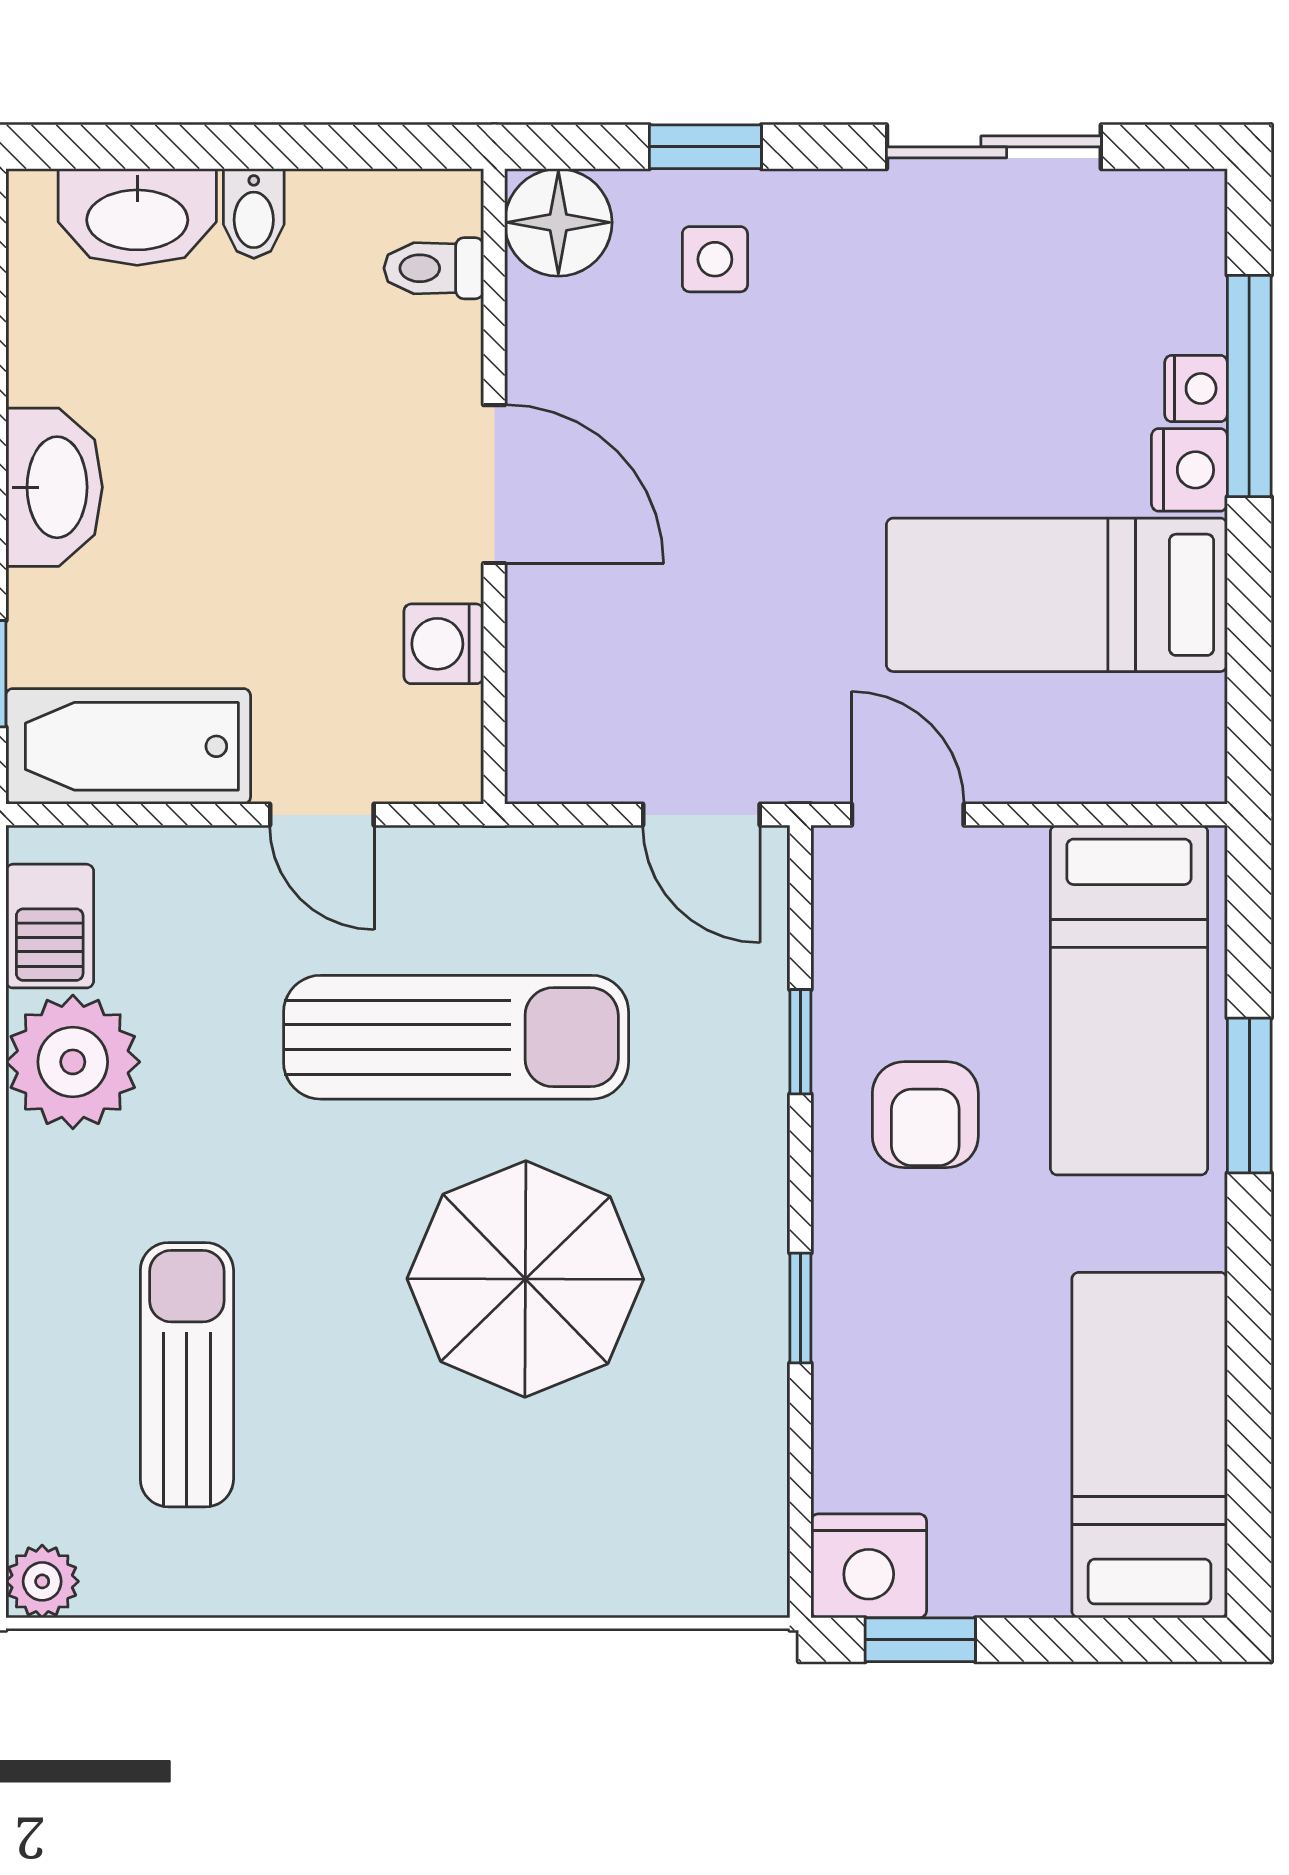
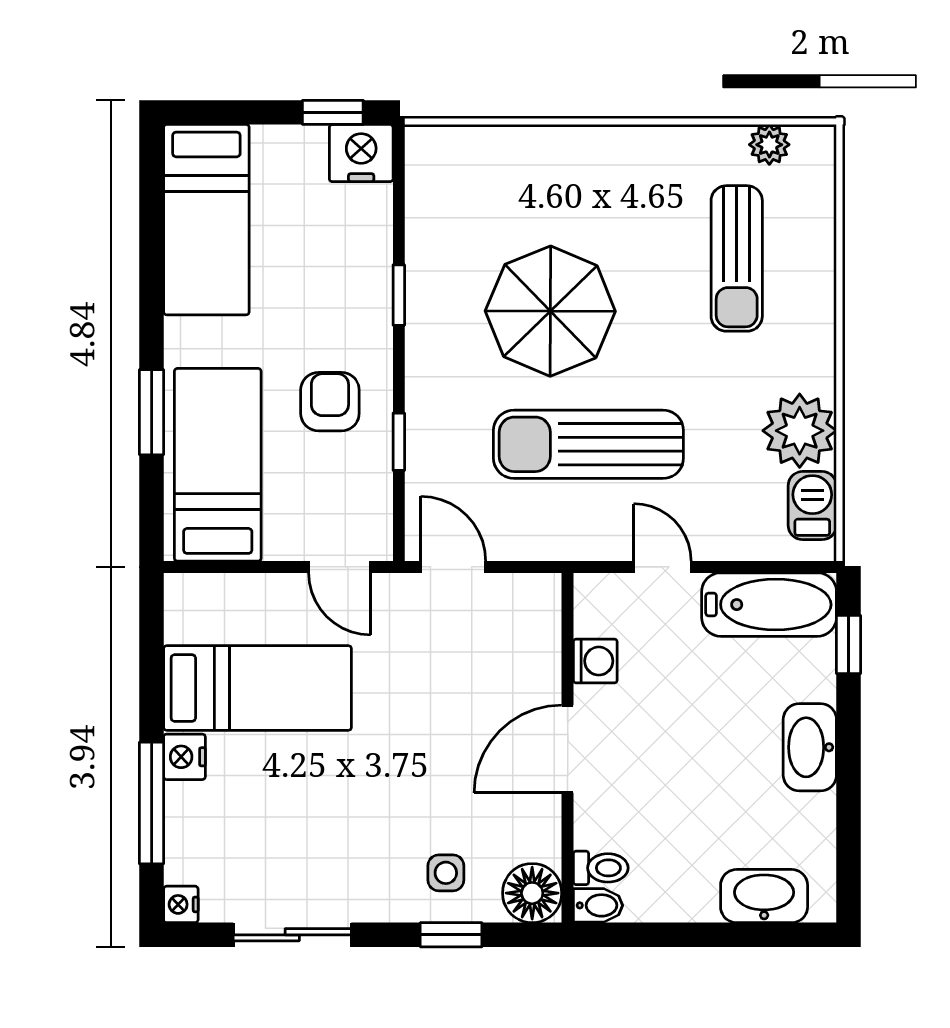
bidet: (254, 214) -> (598, 905), moved, turned 90
nightstand: (1196, 388) -> (181, 904), moved
door: (494, 484) -> (568, 749), hinge flipped
plant: (42, 1581) -> (769, 145), moved

